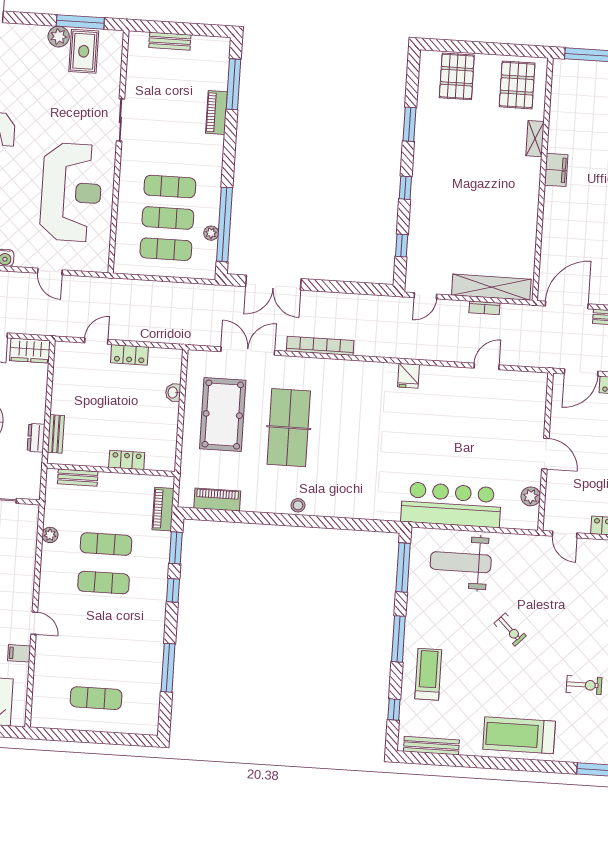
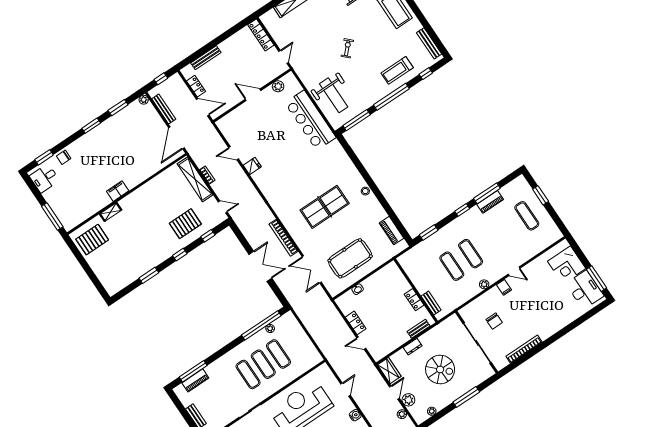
pallet: (457, 76) -> (185, 224), moved
piano: (217, 113) -> (195, 380), moved
exercise mat: (166, 249) -> (248, 374), moved
double door: (273, 283) -> (260, 266), moved
door: (567, 305) -> (176, 138), hinge flipped
fridge: (408, 376) -> (252, 166), moved
table tennis table: (289, 428) -> (325, 207), moved
dresser: (36, 438) -> (413, 347), moved
door: (545, 454) -> (253, 95), hinge flipped
locker: (127, 460) -> (414, 300), moved
piano: (163, 509) -> (490, 202), moved
plant: (50, 535) -> (484, 284), moved
window: (173, 590) -> (462, 210), moved
door: (34, 623) -> (514, 271), swing flipped
window: (398, 639) -> (391, 97), width x1.46
filing cabinet: (19, 653) -> (504, 287), moved
window: (109, 738) -> (541, 195), added

